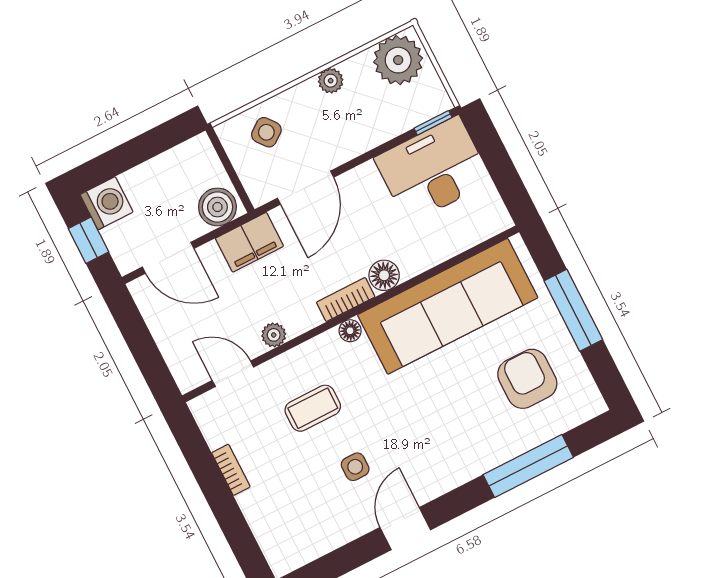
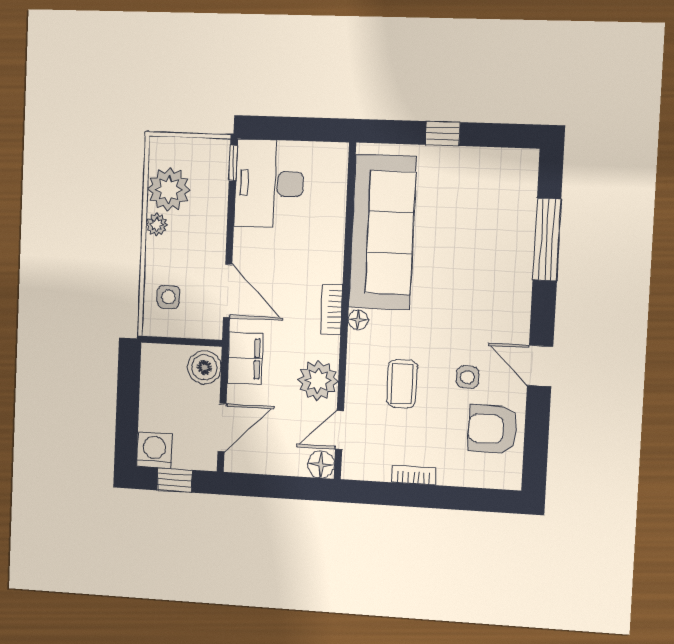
plant: (398, 60) -> (169, 189), moved
side table: (266, 132) -> (169, 297), turned 38
floor lamp: (384, 275) -> (321, 465), moved
window: (573, 310) -> (443, 134), width x0.46
plant: (274, 335) -> (318, 381), width x1.88, depth x1.88
armchair: (527, 379) -> (493, 429), moved

